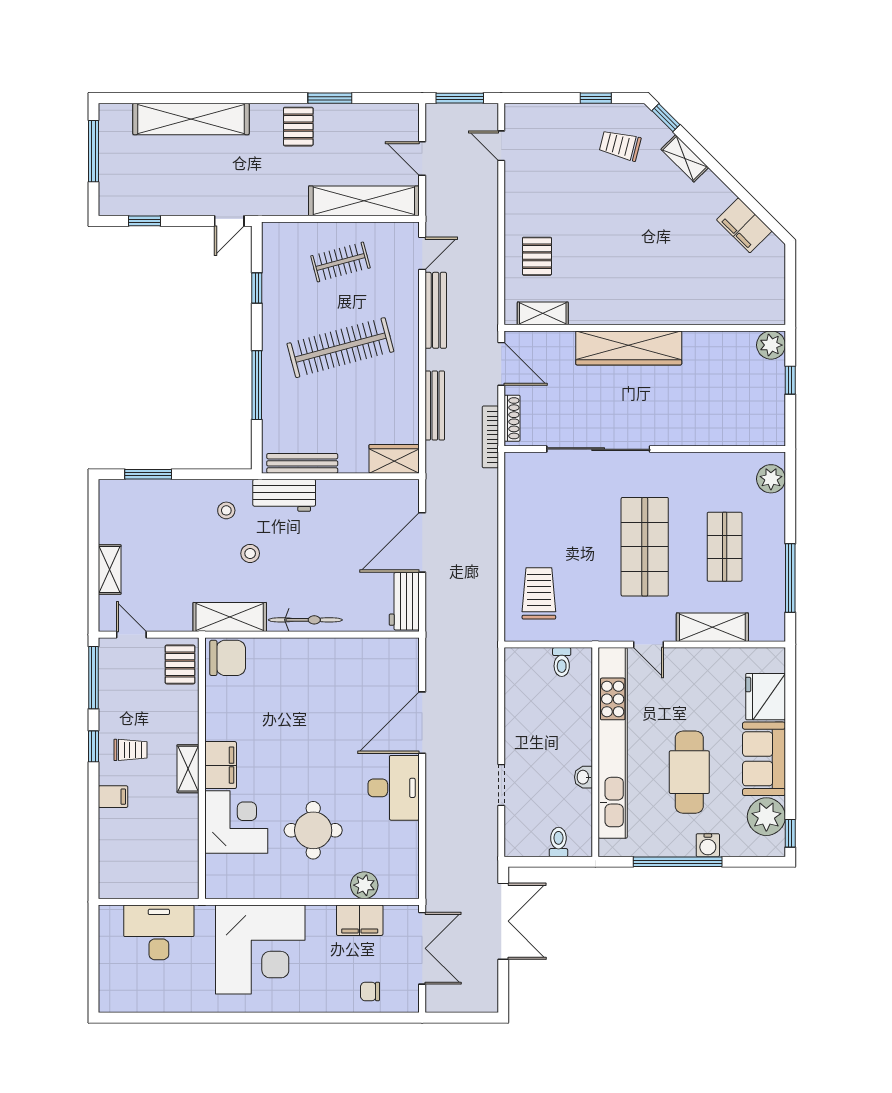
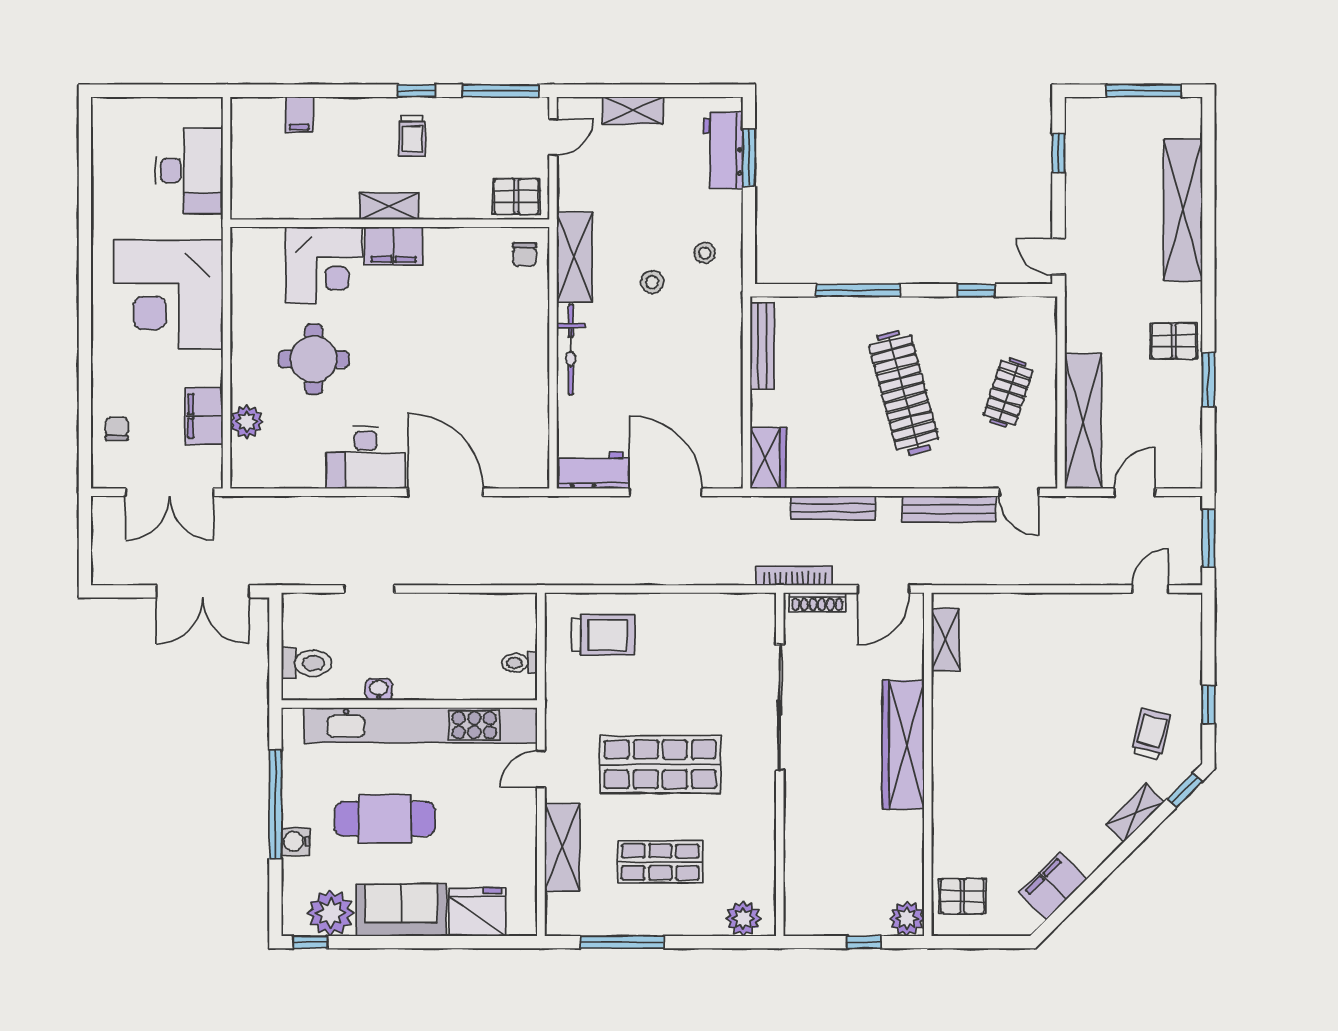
pallet: (537, 256) -> (962, 896), moved
clothes rail: (340, 262) -> (1008, 392), turned 33
workbench: (284, 495) -> (723, 150), moved
chair: (228, 658) -> (524, 255), width x0.54, depth x0.54
filing cabinet: (113, 797) -> (299, 115), moved
toilet: (558, 842) -> (307, 663), width x1.37, depth x1.39

